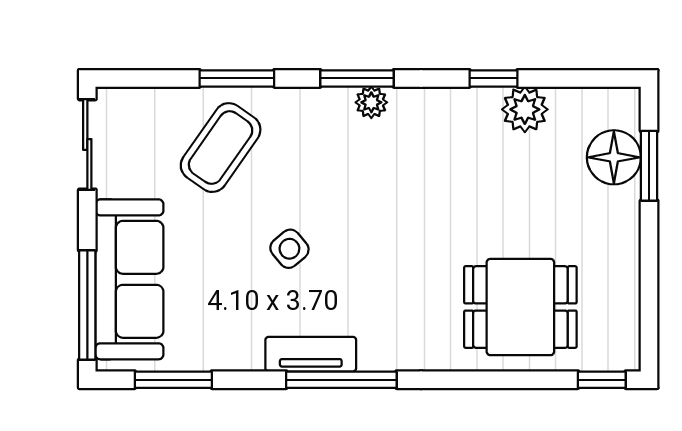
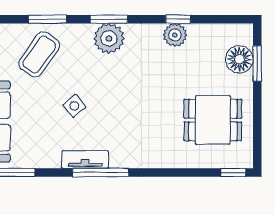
plant: (371, 102) -> (109, 38), width x1.88, depth x1.88
plant: (525, 109) -> (175, 35), moved
dining table: (520, 307) -> (213, 120), moved

